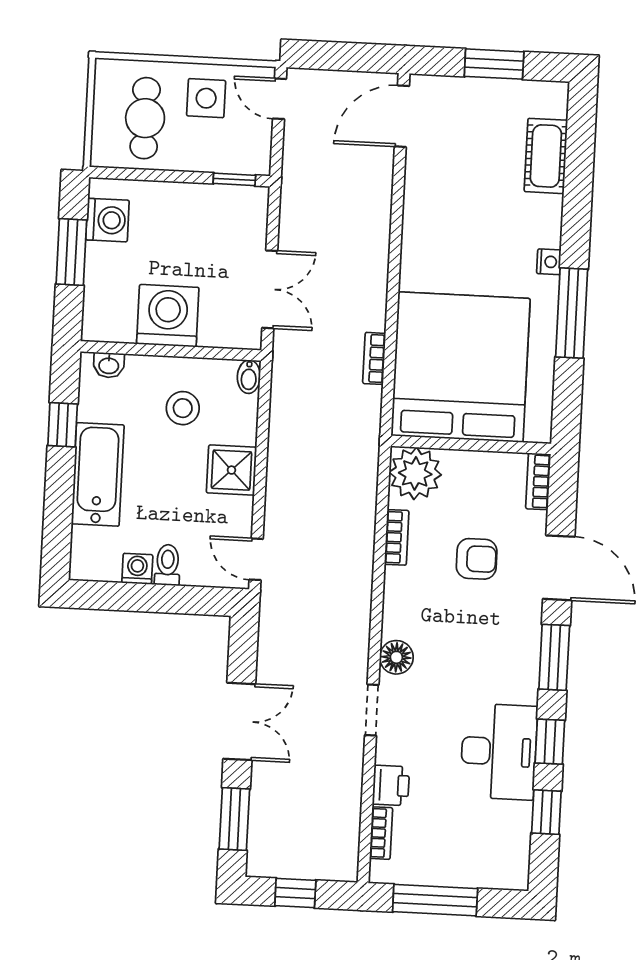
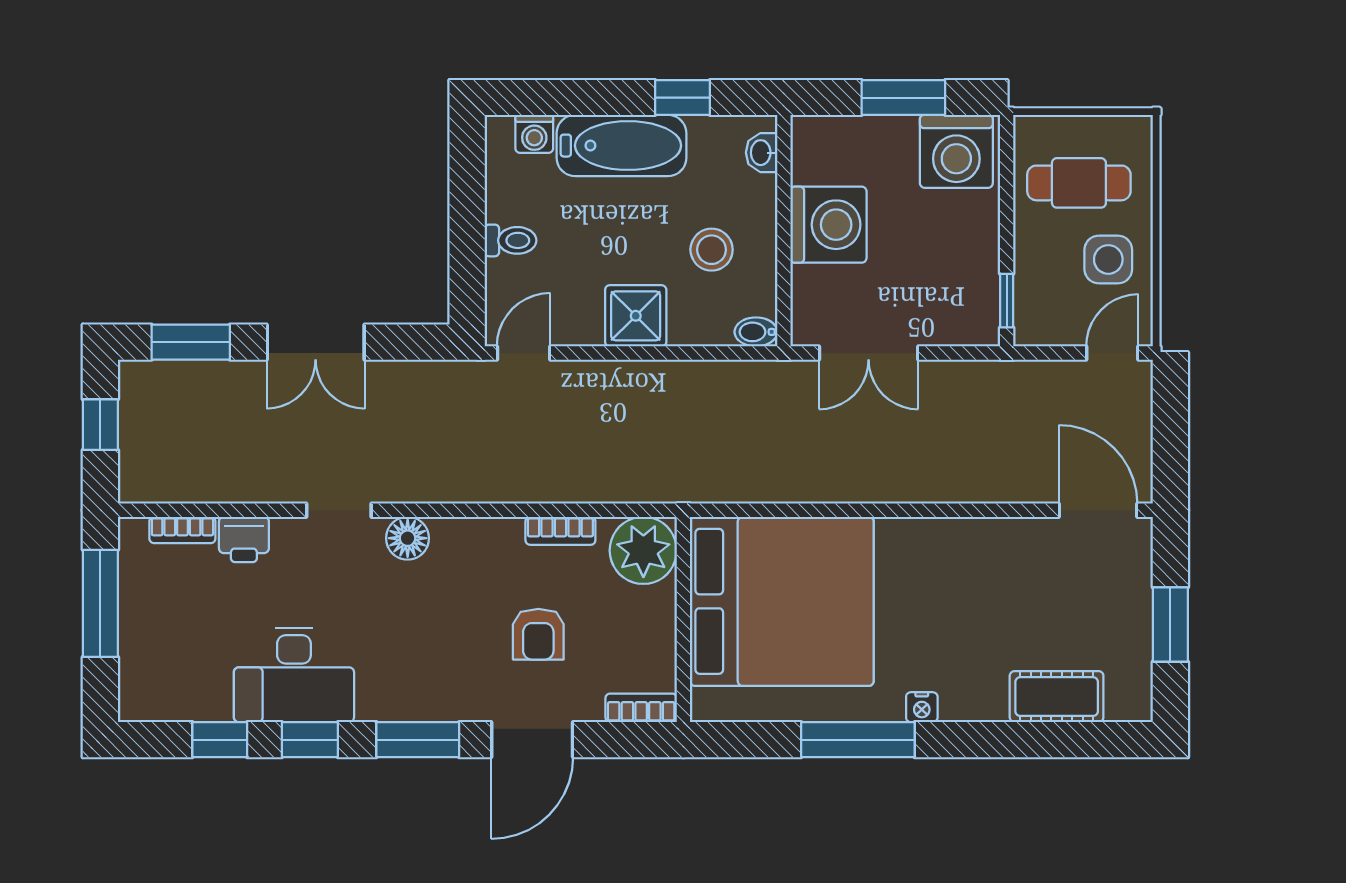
washing machine: (107, 220) -> (956, 151), width x1.37, depth x1.37
bookcase: (374, 358) -> (787, 491), removed
washing machine: (137, 569) -> (534, 134), moved, turned 90

